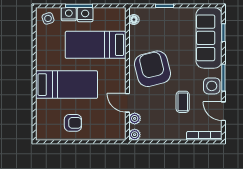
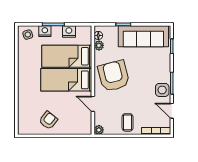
nightstand: (85, 15) -> (69, 31), moved
sofa: (209, 38) -> (143, 36), moved, turned -90
bed: (67, 85) -> (66, 80), moved, turned 180
coffee table: (183, 102) -> (128, 122), moved
plant: (135, 118) -> (99, 45), moved
armchair: (73, 123) -> (48, 120), turned -52

